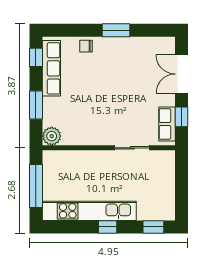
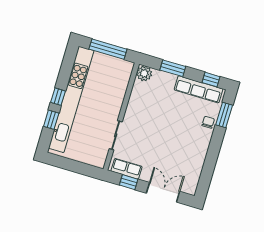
window: (116, 30) -> (224, 115), moved
kitchen unit: (89, 211) -> (71, 99), width x1.36
window: (153, 227) -> (51, 120), moved

